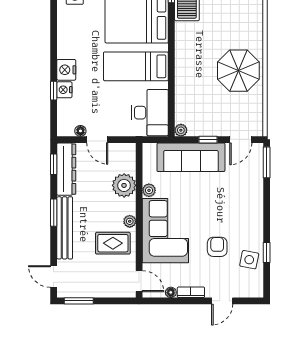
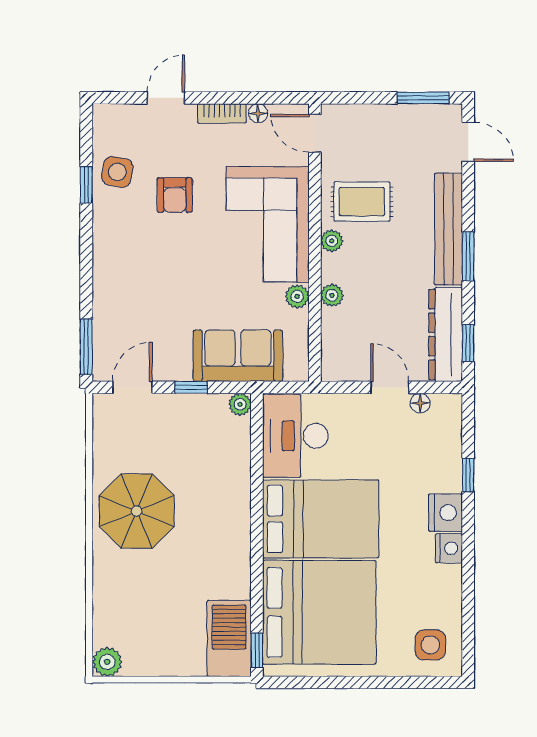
bed: (136, 66) -> (321, 519), width x1.50
nightstand: (64, 90) -> (449, 548), moved
sofa: (191, 157) -> (238, 356), width x0.73
plant: (124, 185) -> (332, 295), width x0.53, depth x0.53

